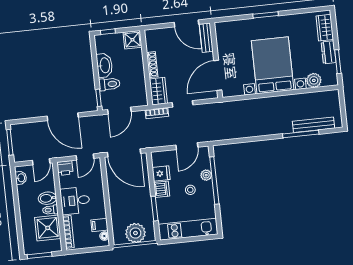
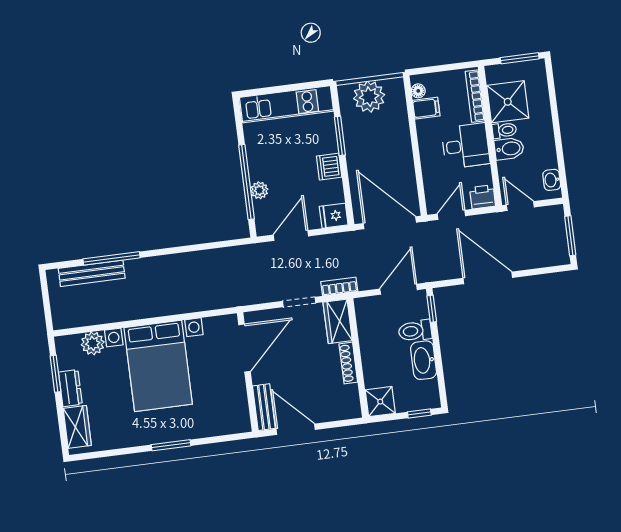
door: (41, 162) -> (520, 206), hinge flipped
fridge: (161, 173) -> (334, 216), moved
stool: (190, 190) -> (284, 167), removed

